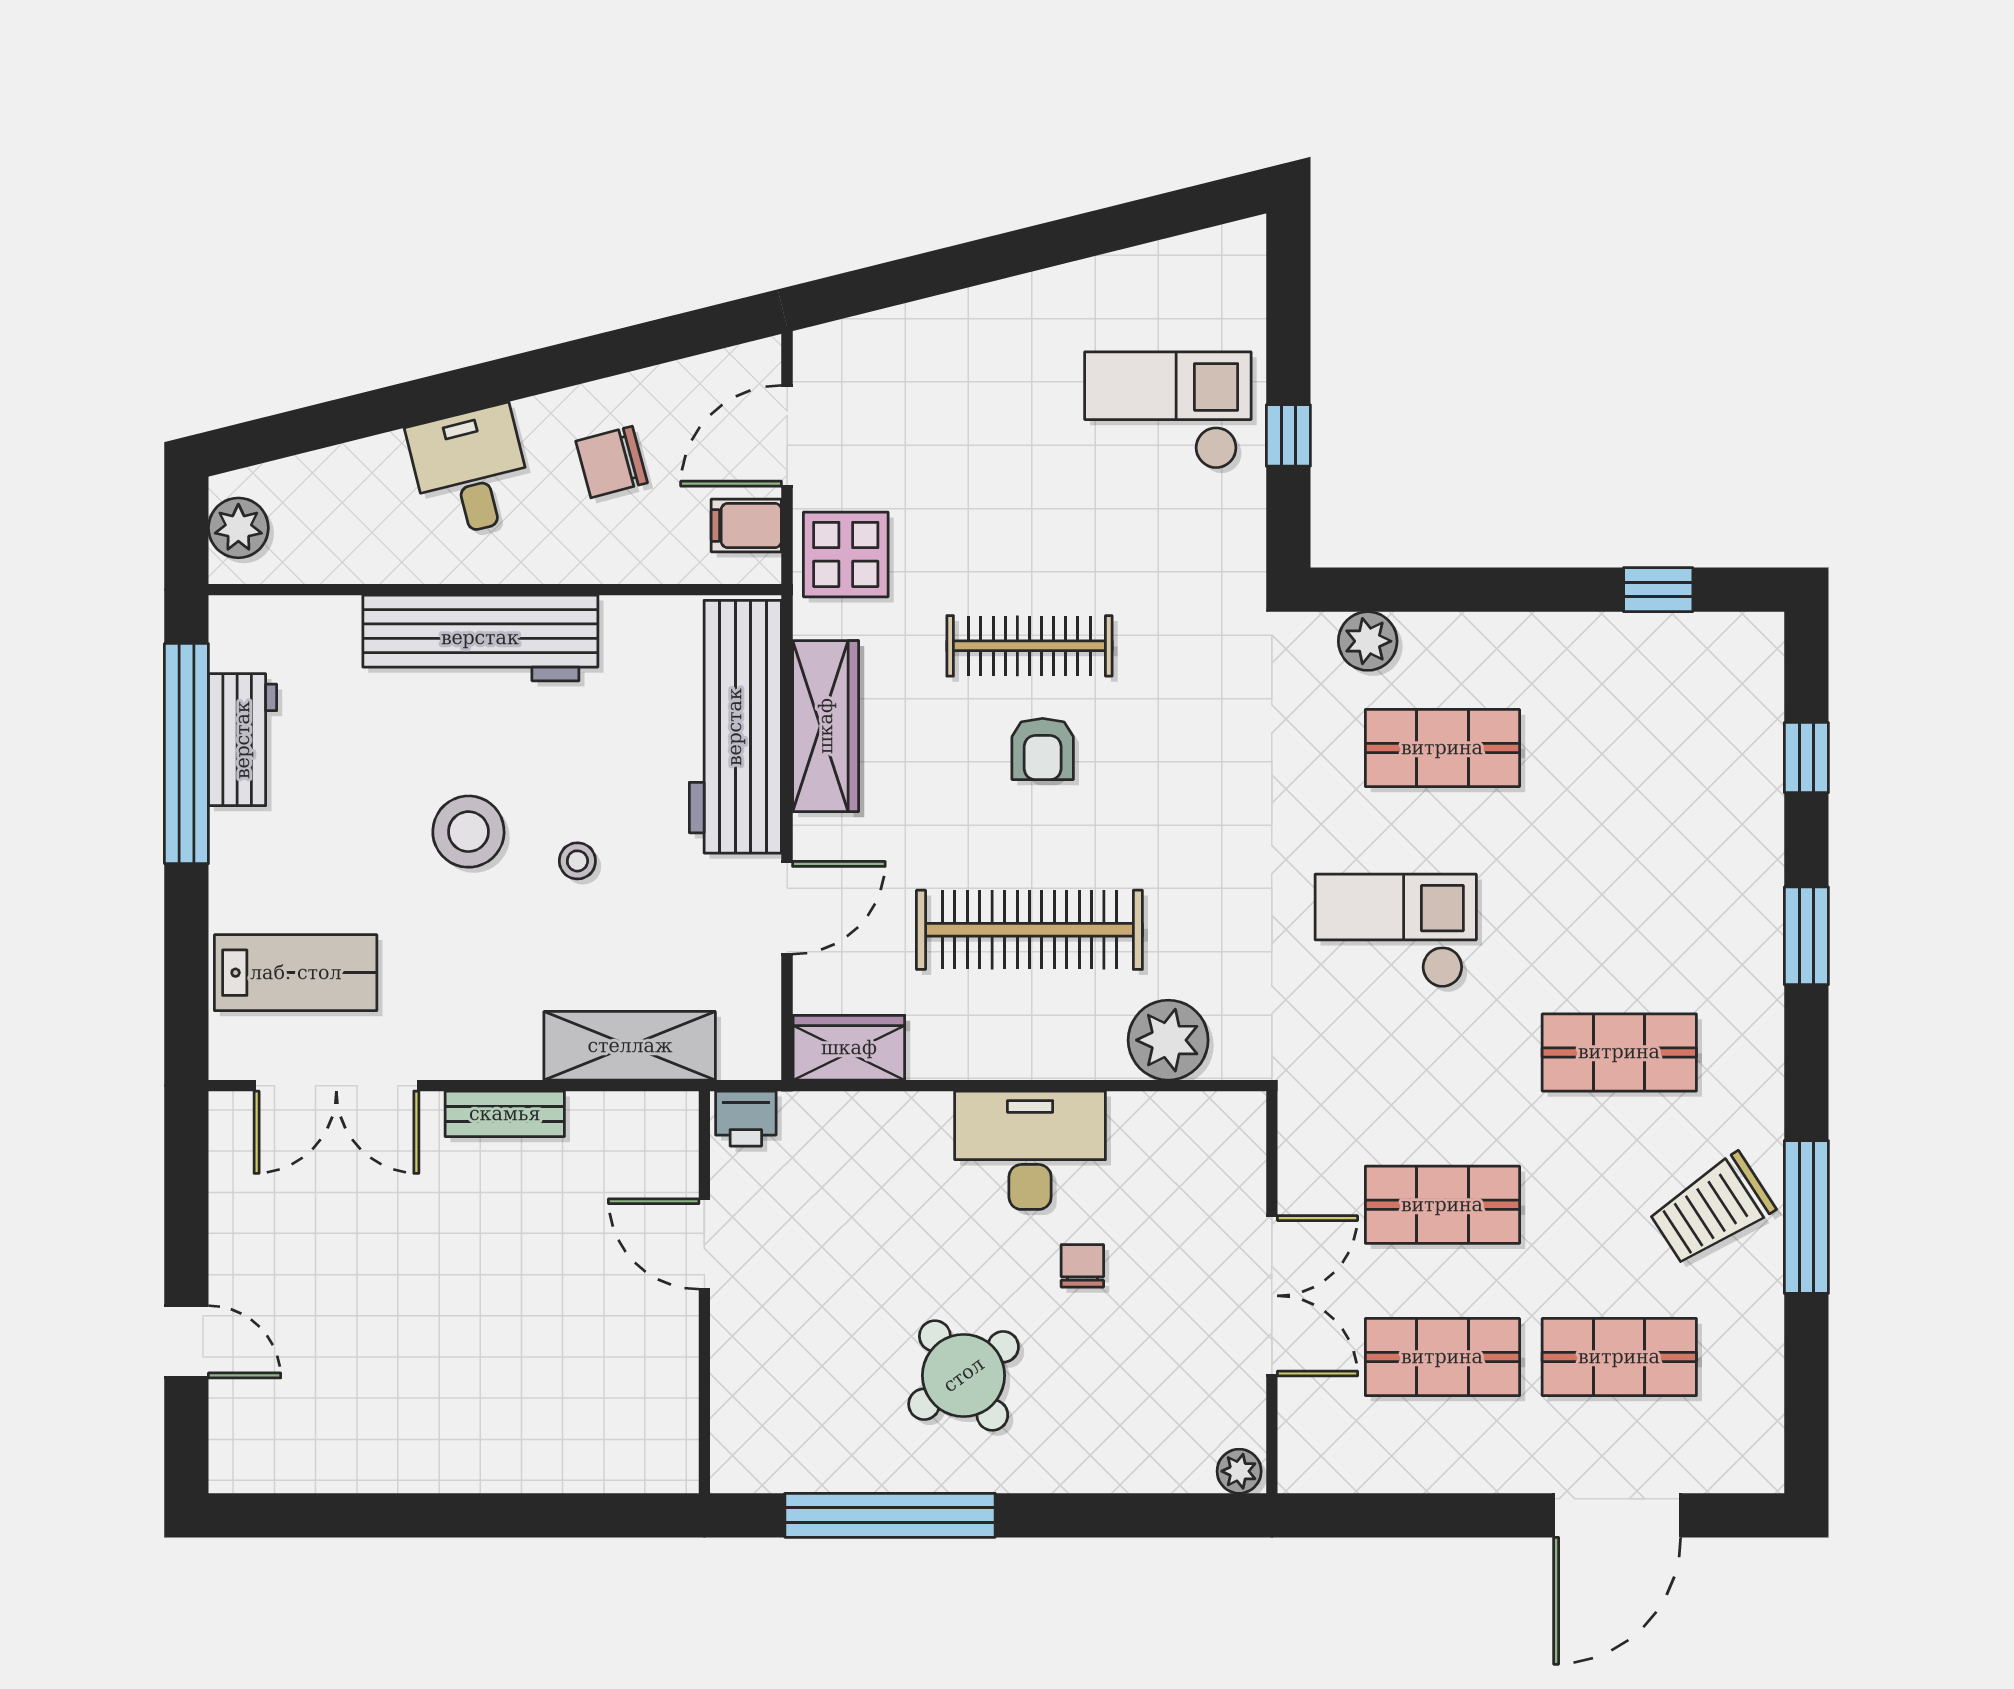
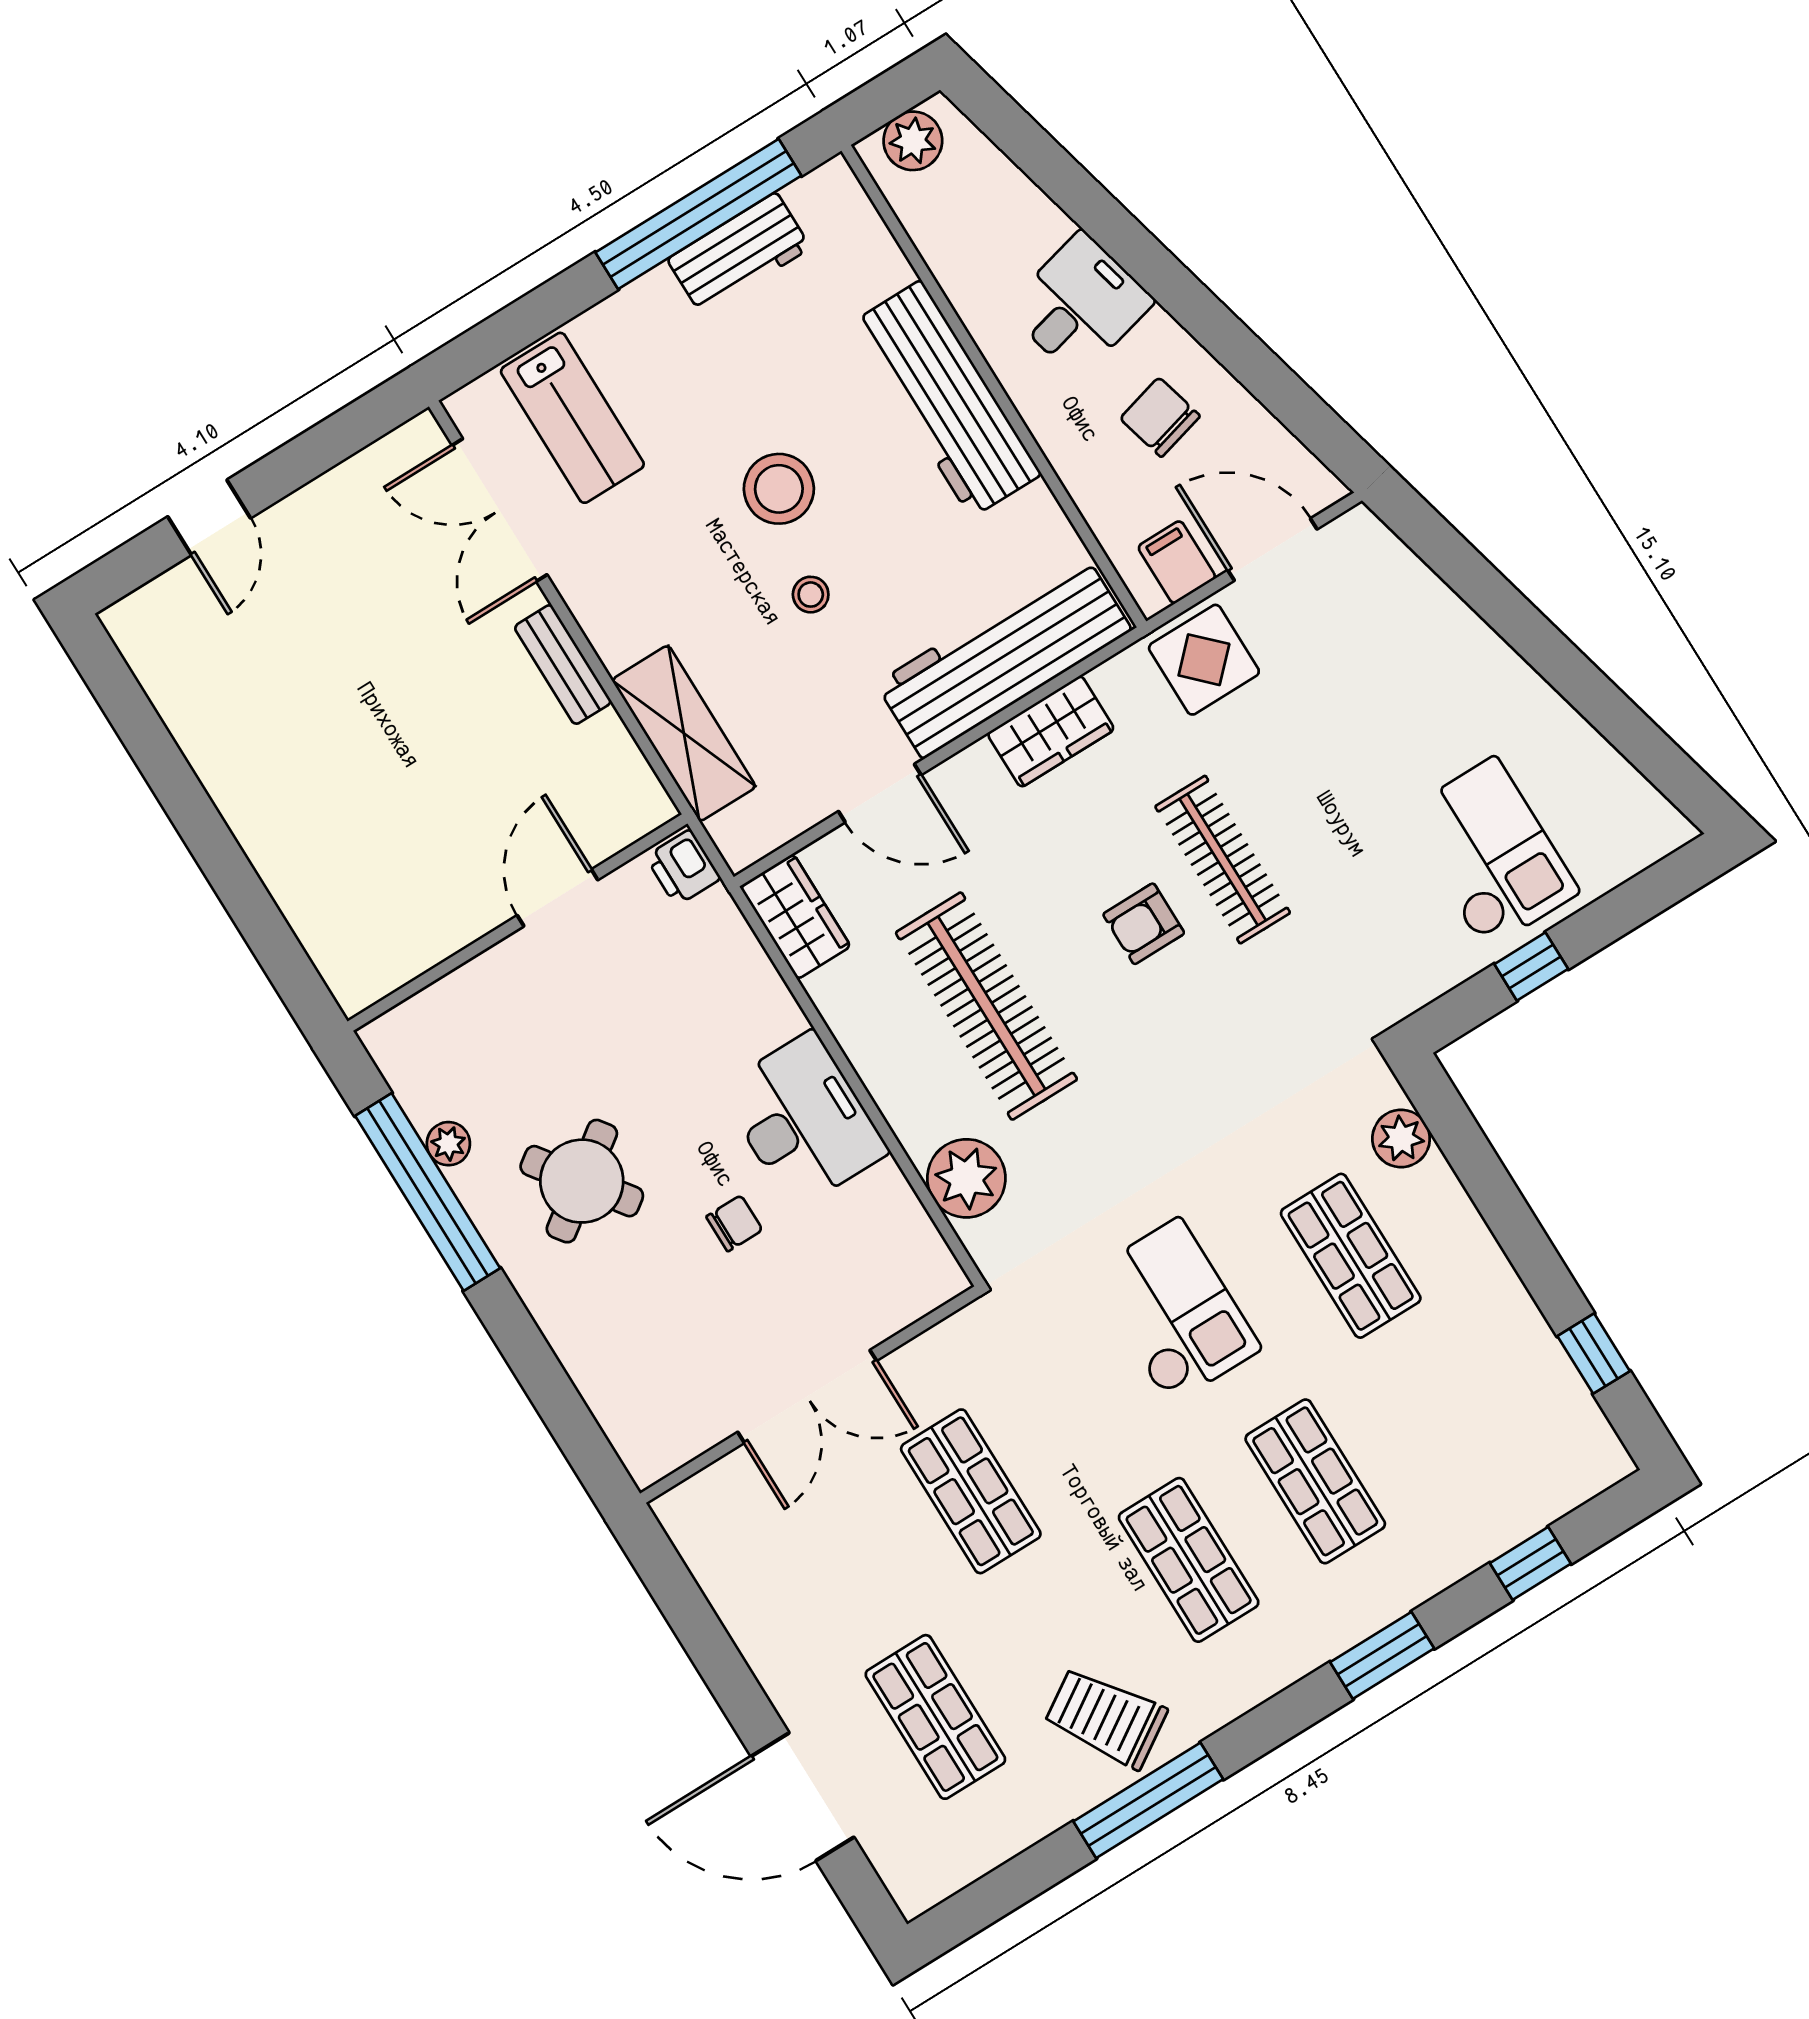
wardrobe: (826, 726) -> (1051, 731), width x0.67
shop shelf: (1442, 1357) -> (1315, 1481), moved
plant: (1239, 1471) -> (448, 1144), moved

